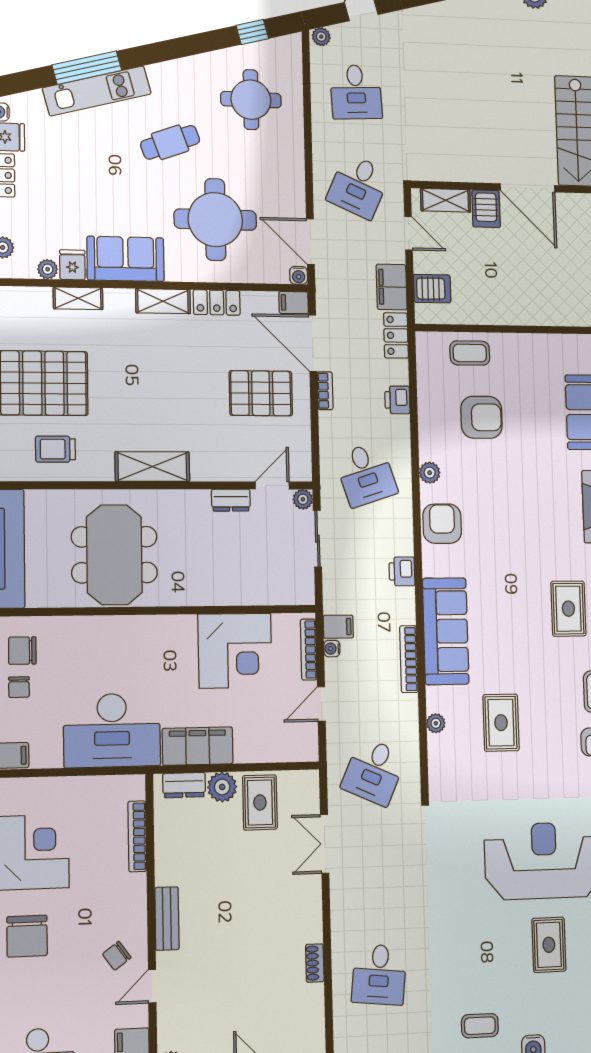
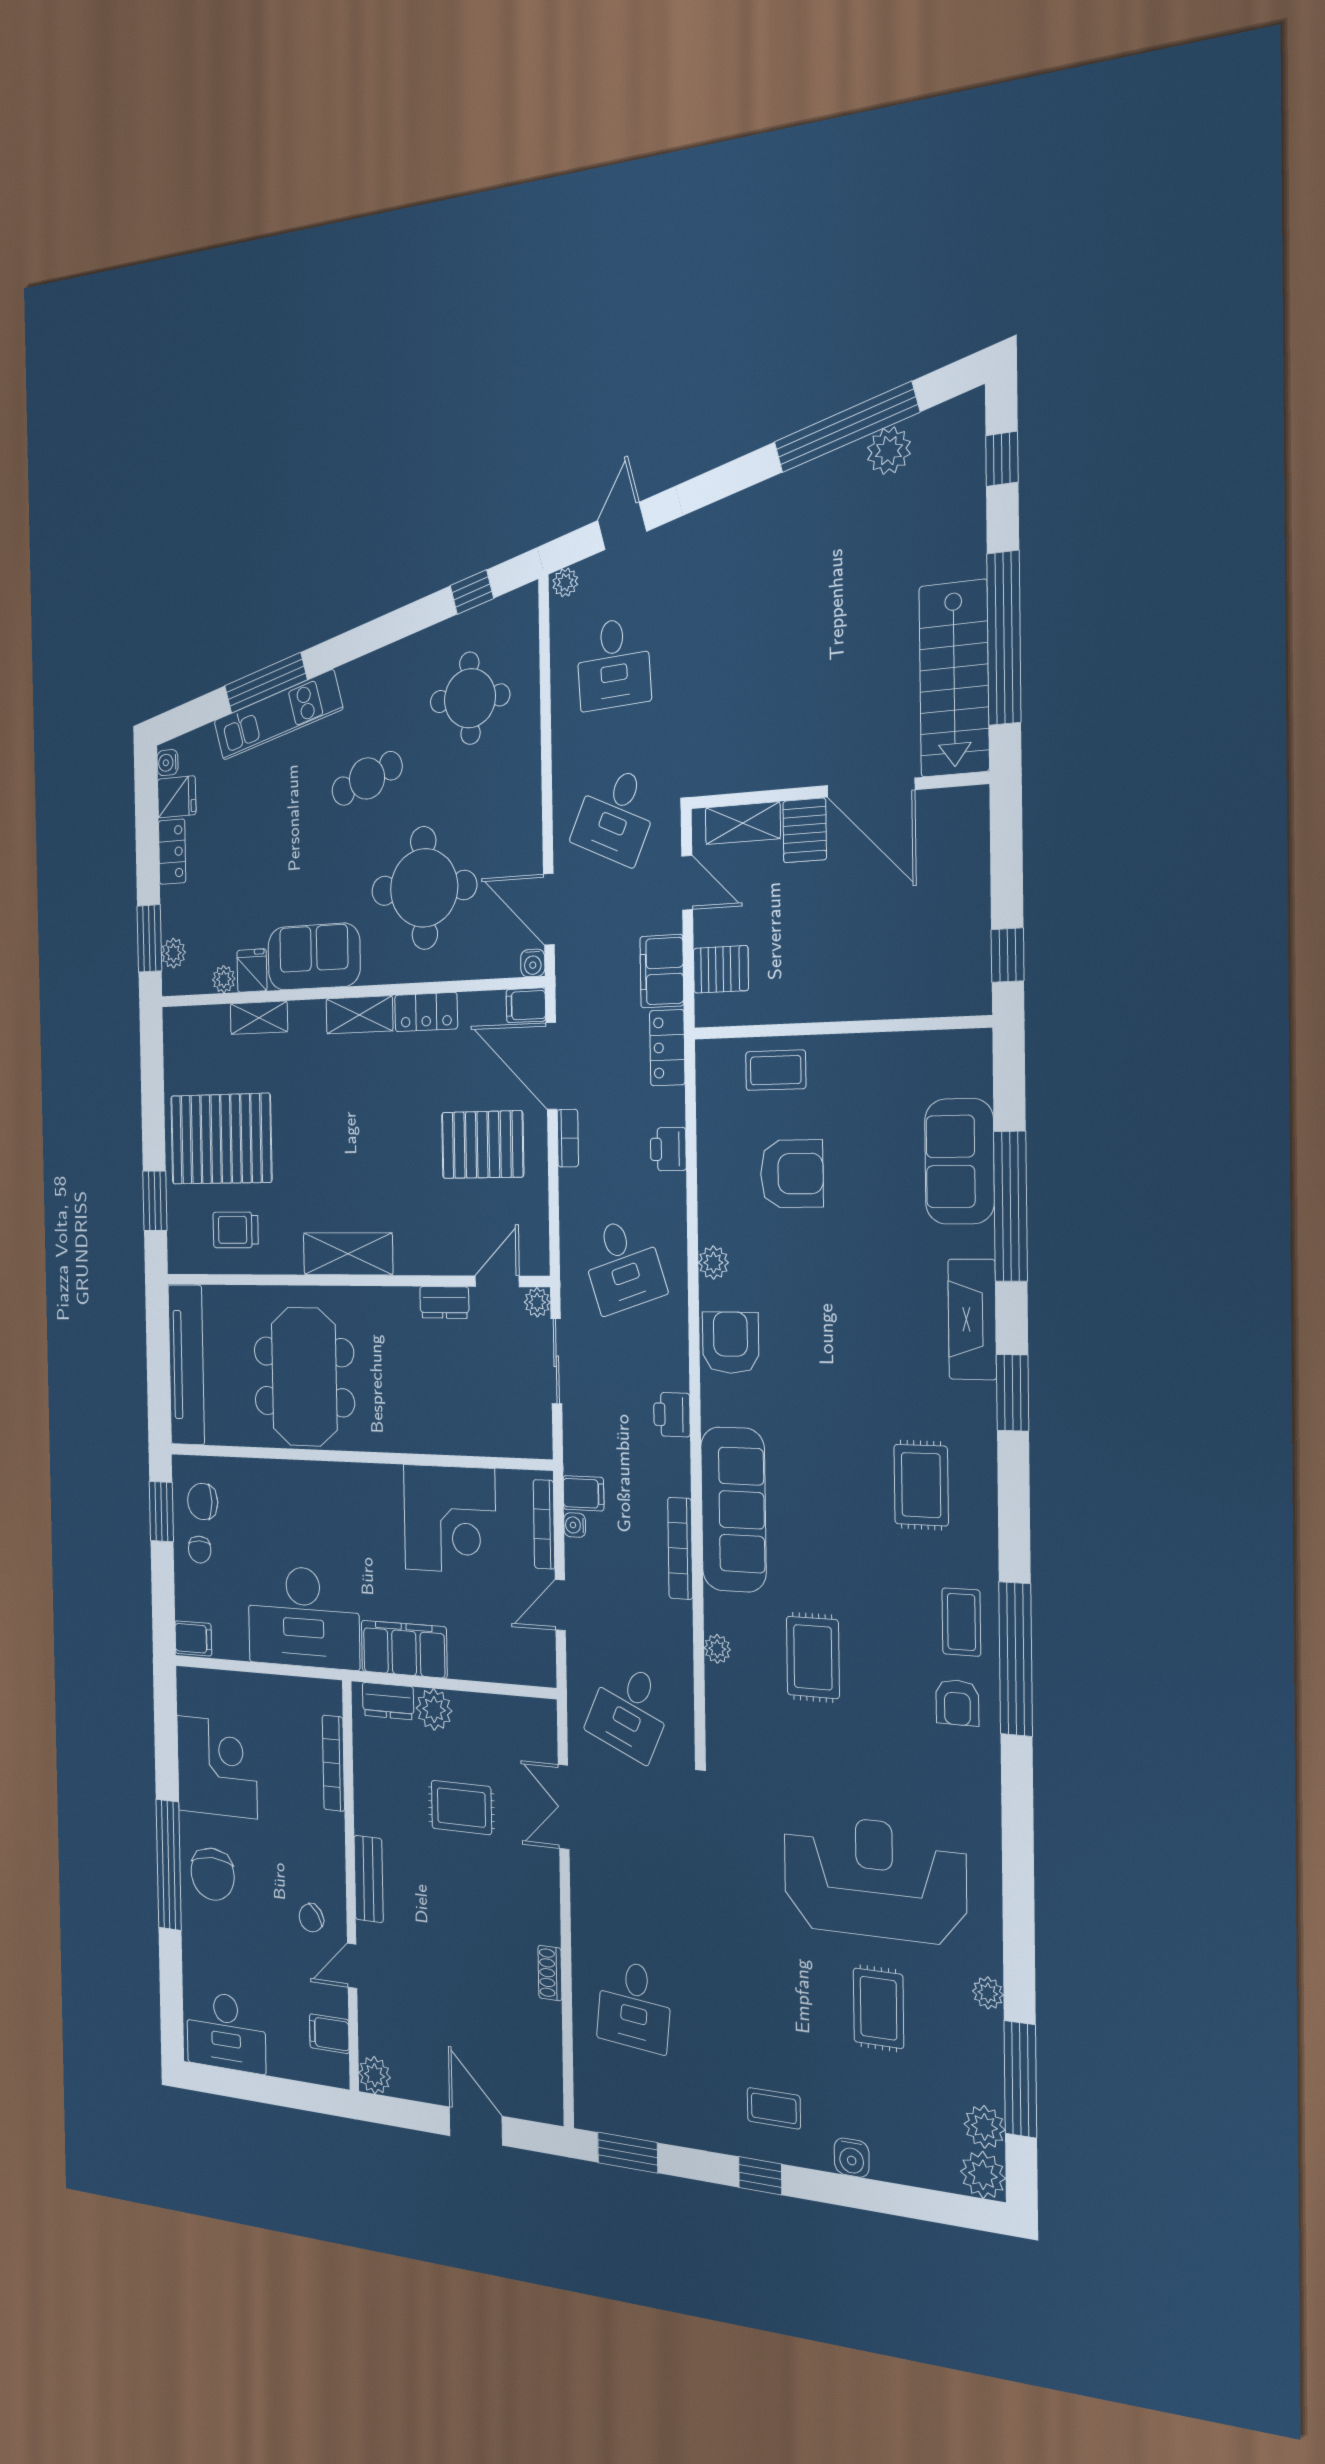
rug: (260, 802) -> (461, 1808), moved, turned 90

